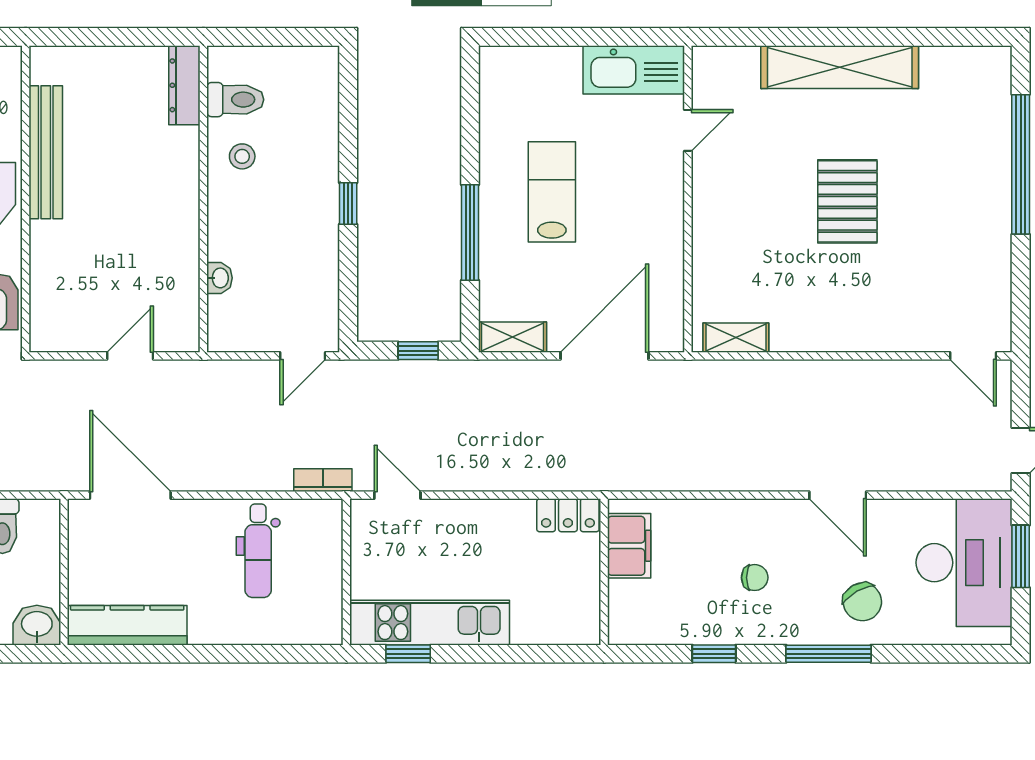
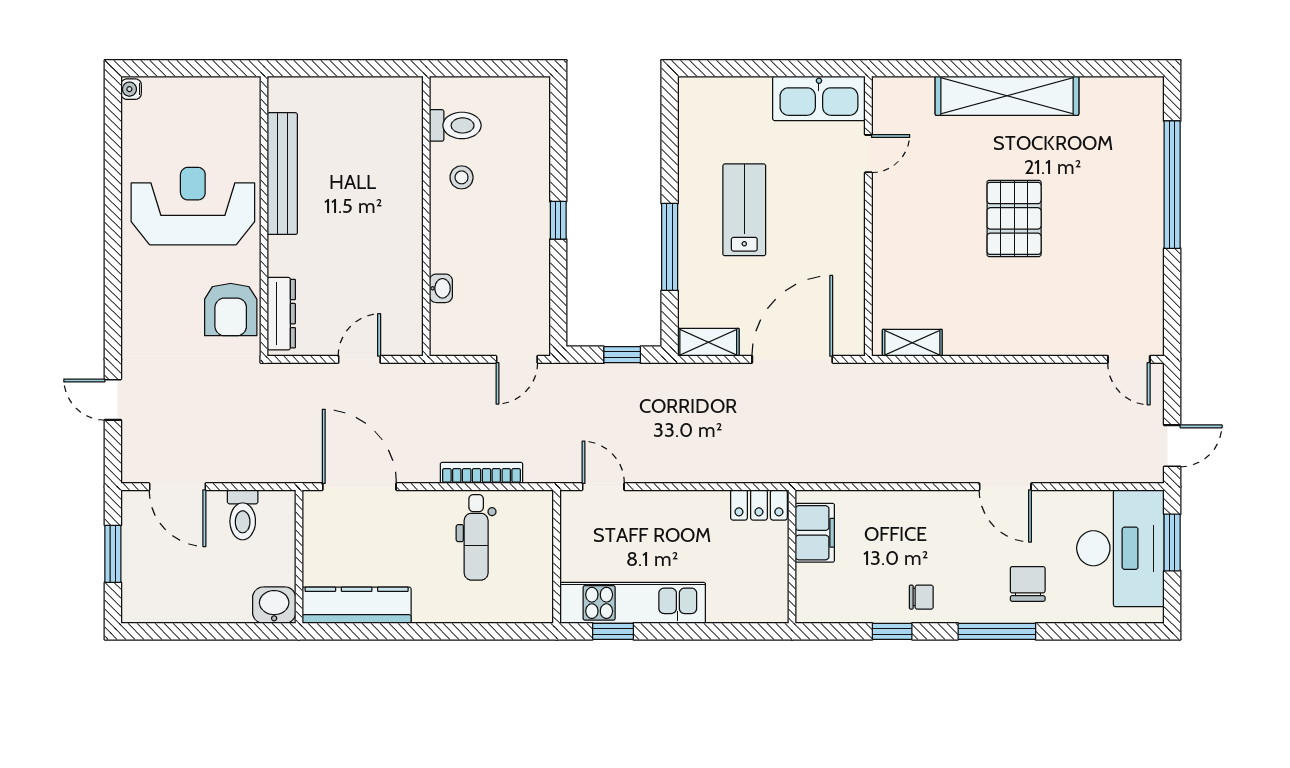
dresser: (184, 85) -> (281, 314), moved, turned 180
bookcase: (323, 480) -> (481, 473), moved, width x1.56
chair: (755, 578) -> (921, 597), moved
chair: (862, 602) -> (1028, 584), turned -150

